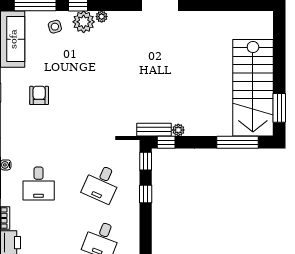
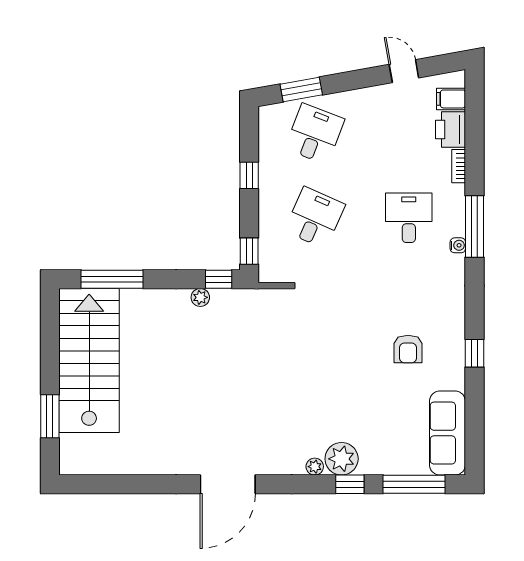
side table: (55, 27) -> (384, 452), removed
window: (279, 108) -> (50, 416), moved
bench: (154, 130) -> (237, 298), removed
window: (146, 194) -> (249, 175), moved

